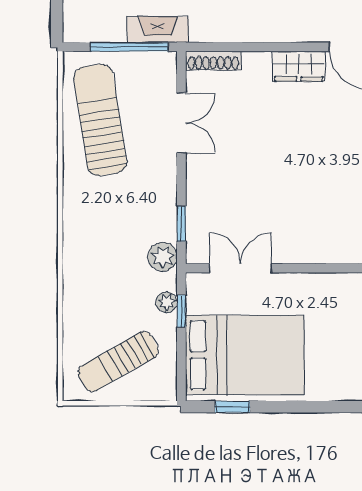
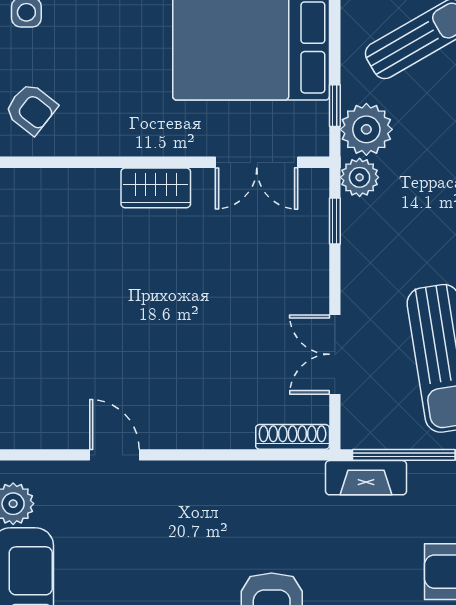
wardrobe: (299, 66) -> (156, 188), moved, turned 180
plant: (167, 302) -> (366, 129), width x1.87, depth x1.87

